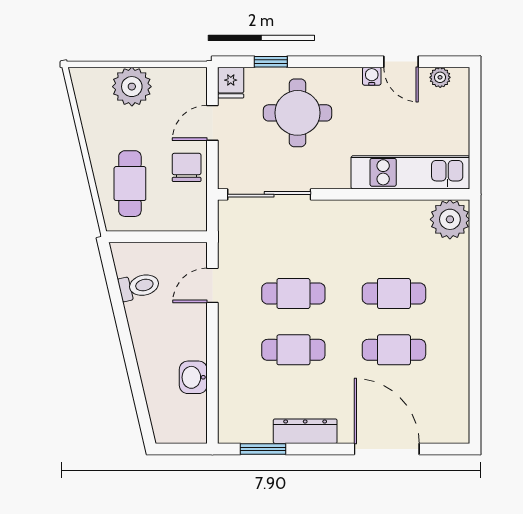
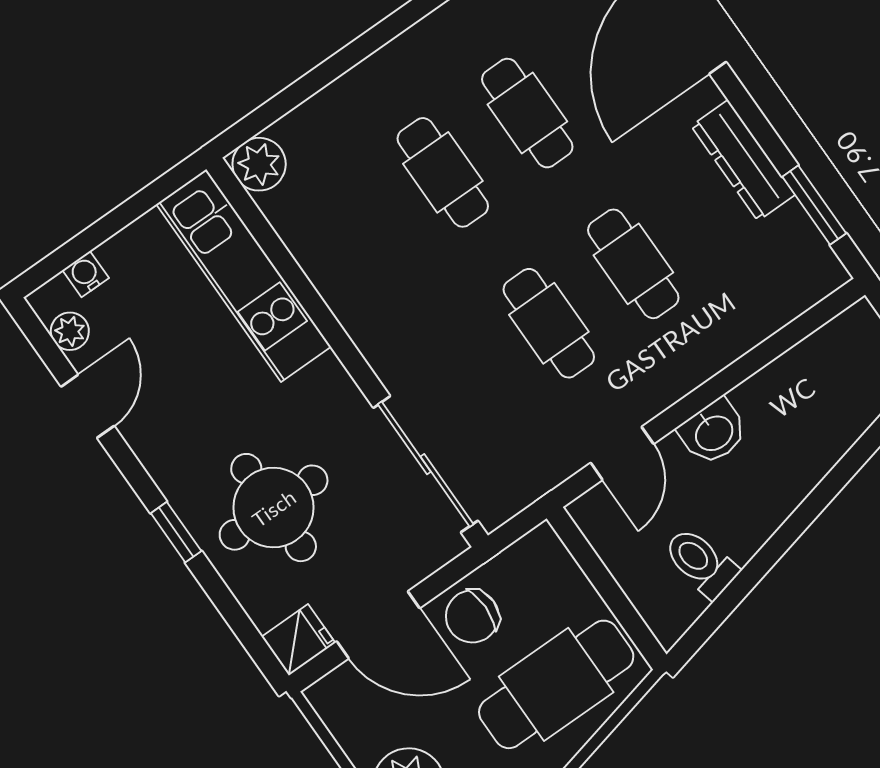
window: (271, 62) -> (176, 532), moved
water cooler: (372, 76) -> (86, 274), moved, turned 90
door: (212, 123) -> (378, 625), width x1.38
cafe table: (130, 184) -> (556, 684), width x1.37, depth x1.35
plant: (450, 219) -> (259, 164), width x0.73, depth x0.73
door: (212, 285) -> (622, 453), hinge flipped
washbasin: (193, 377) -> (713, 432), moved

